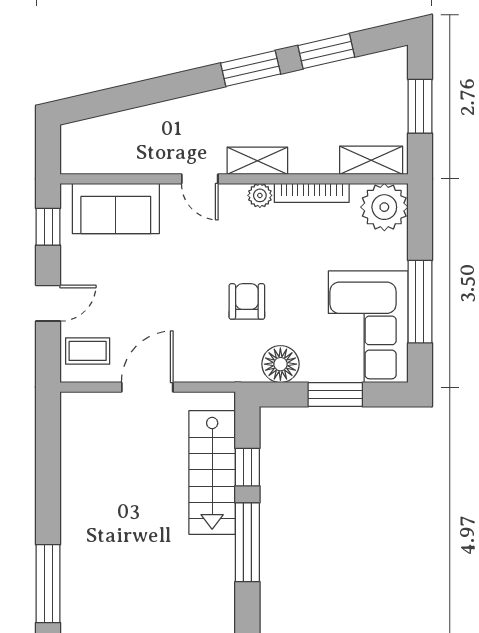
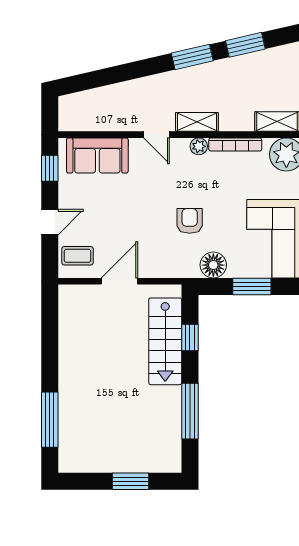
window: (247, 542) -> (190, 411), moved

